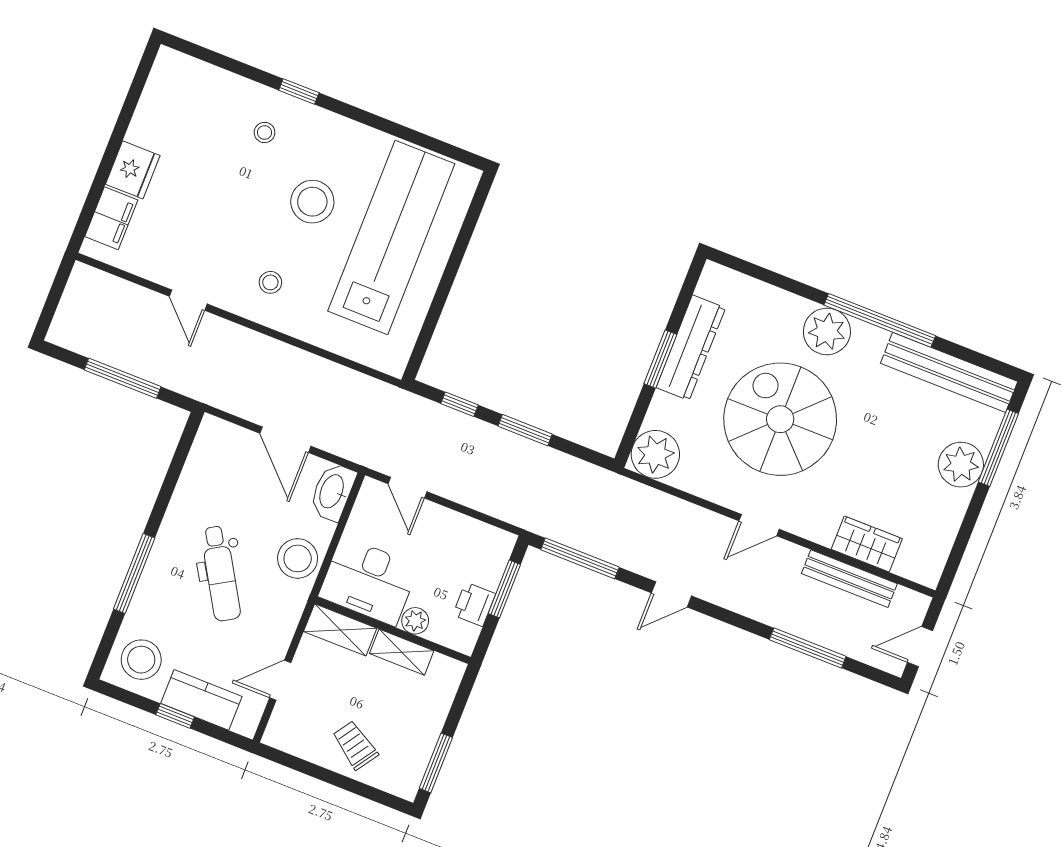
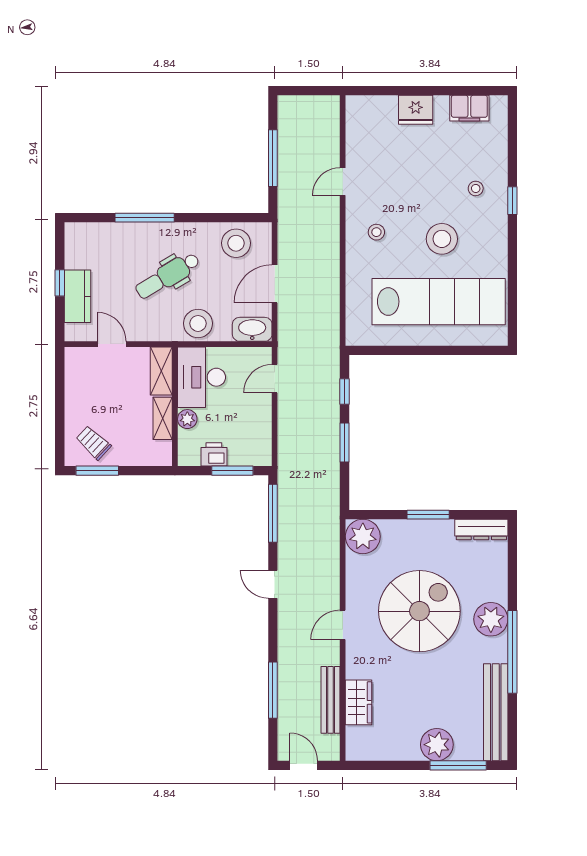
filing cabinet: (111, 218) -> (469, 108), moved
dresser: (691, 348) -> (481, 529), moved, width x0.73, depth x0.80
door: (759, 525) -> (343, 625), hinge flipped
stool: (141, 660) -> (236, 243), moved
trolley: (355, 745) -> (93, 443), moved, turned -81

